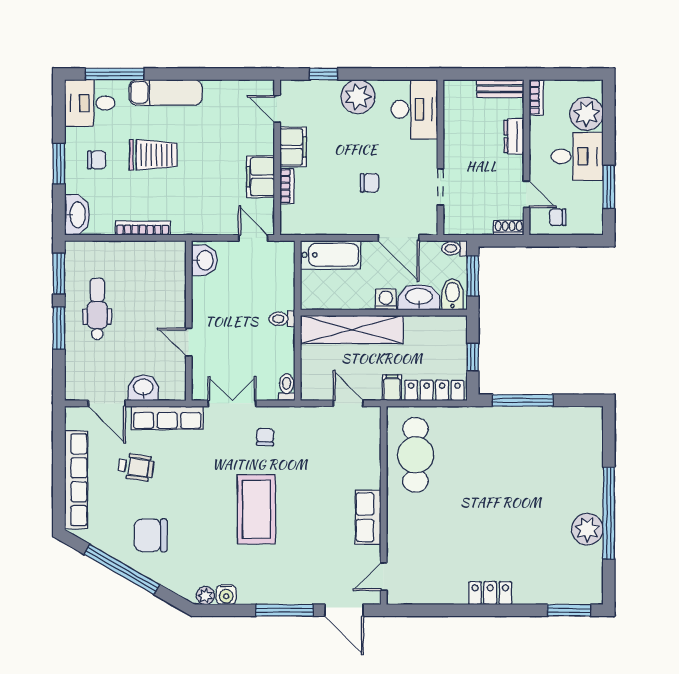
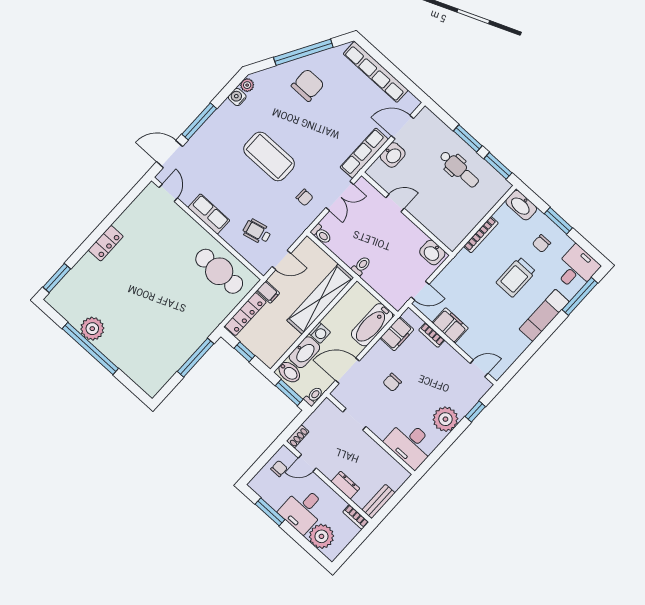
filing cabinet: (293, 147) -> (397, 334), moved, turned -90
wheelchair: (136, 467) -> (257, 232), moved, turned 69

